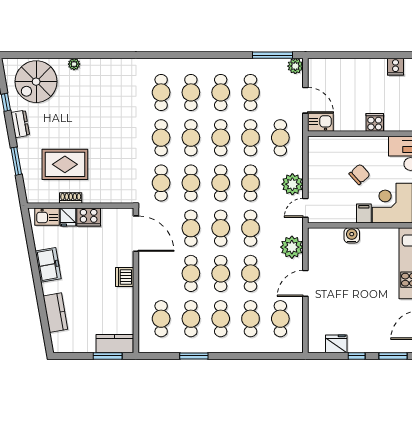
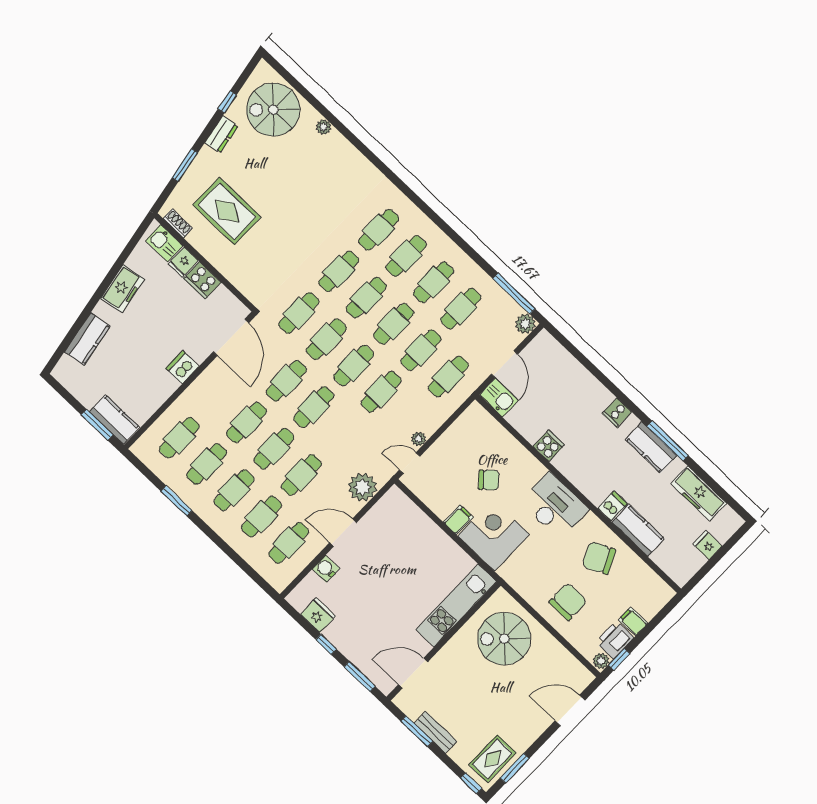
plant: (292, 184) -> (419, 439), width x0.53, depth x0.53
shoe rack: (71, 198) -> (178, 223), moved
cafe table: (251, 228) -> (341, 433), removed
water cooler: (352, 235) -> (326, 569), moved, turned -90

